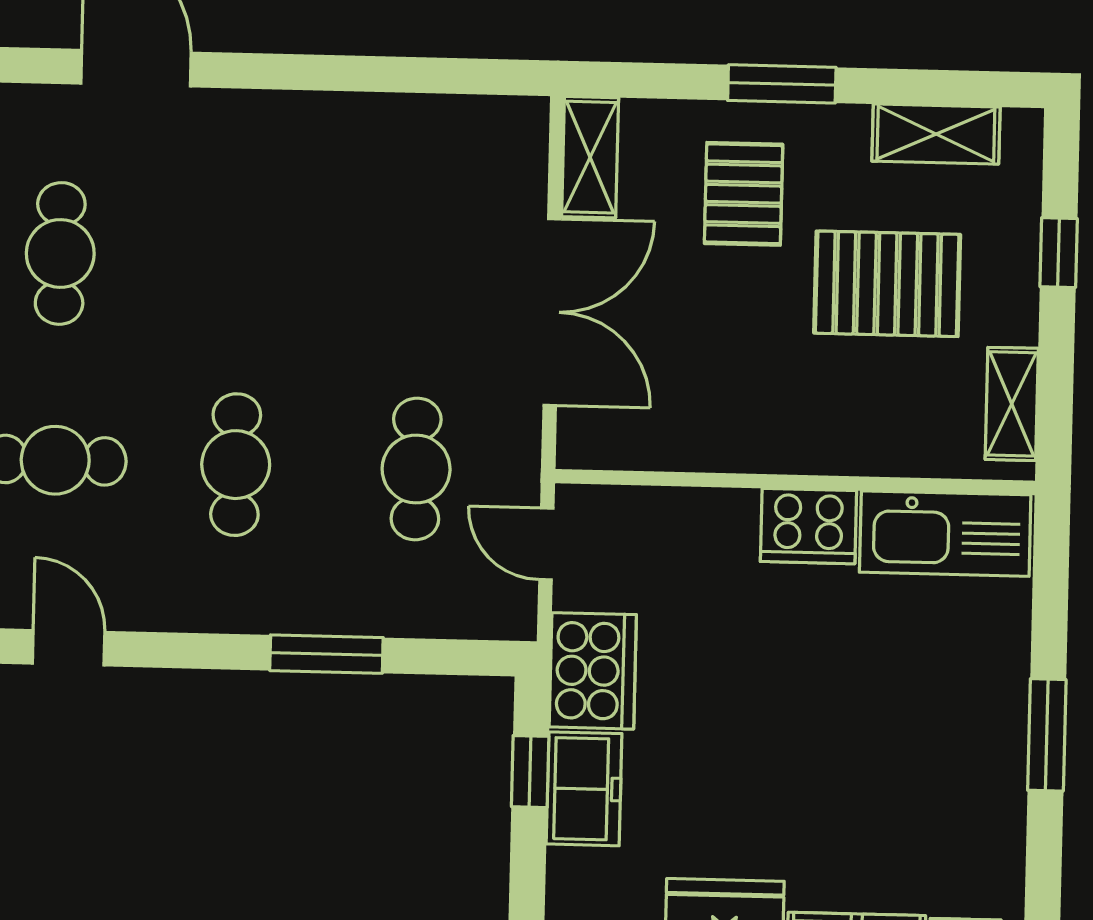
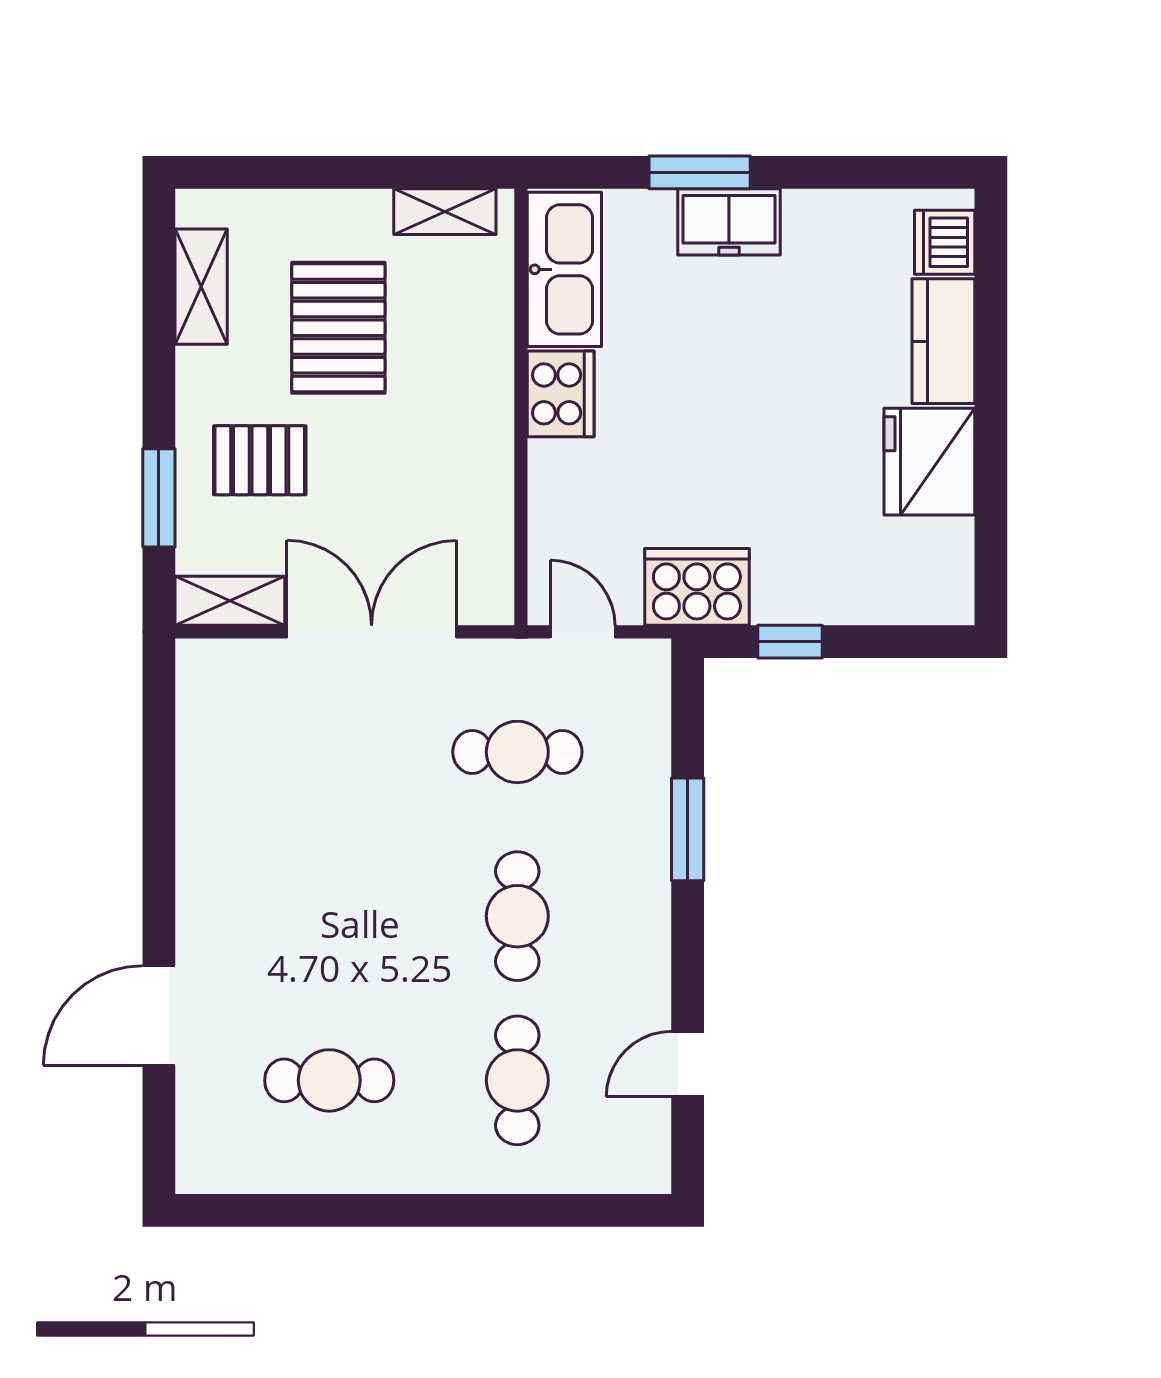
window: (782, 84) -> (159, 498), moved
window: (1059, 253) -> (306, 172), removed
cafe table: (236, 465) -> (517, 916), turned 90
door: (546, 544) -> (583, 632), swing flipped
window: (1047, 735) -> (700, 172), moved
freezer: (584, 789) -> (729, 222), moved, turned 180

